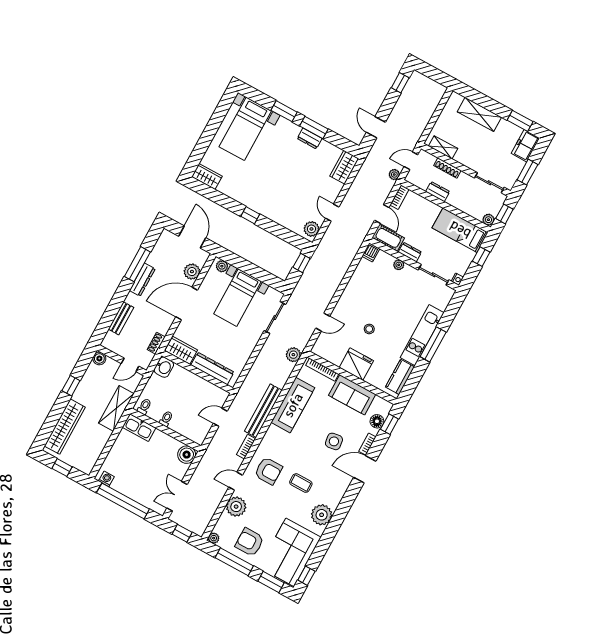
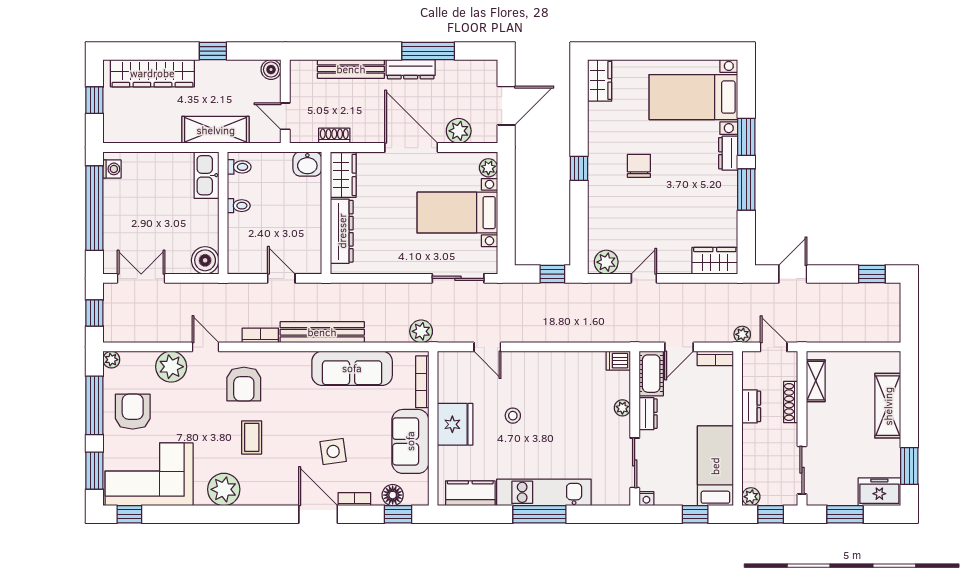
dresser: (310, 138) -> (728, 153), moved
chair: (267, 181) -> (639, 166), added
bench: (121, 318) -> (351, 69), width x1.36

